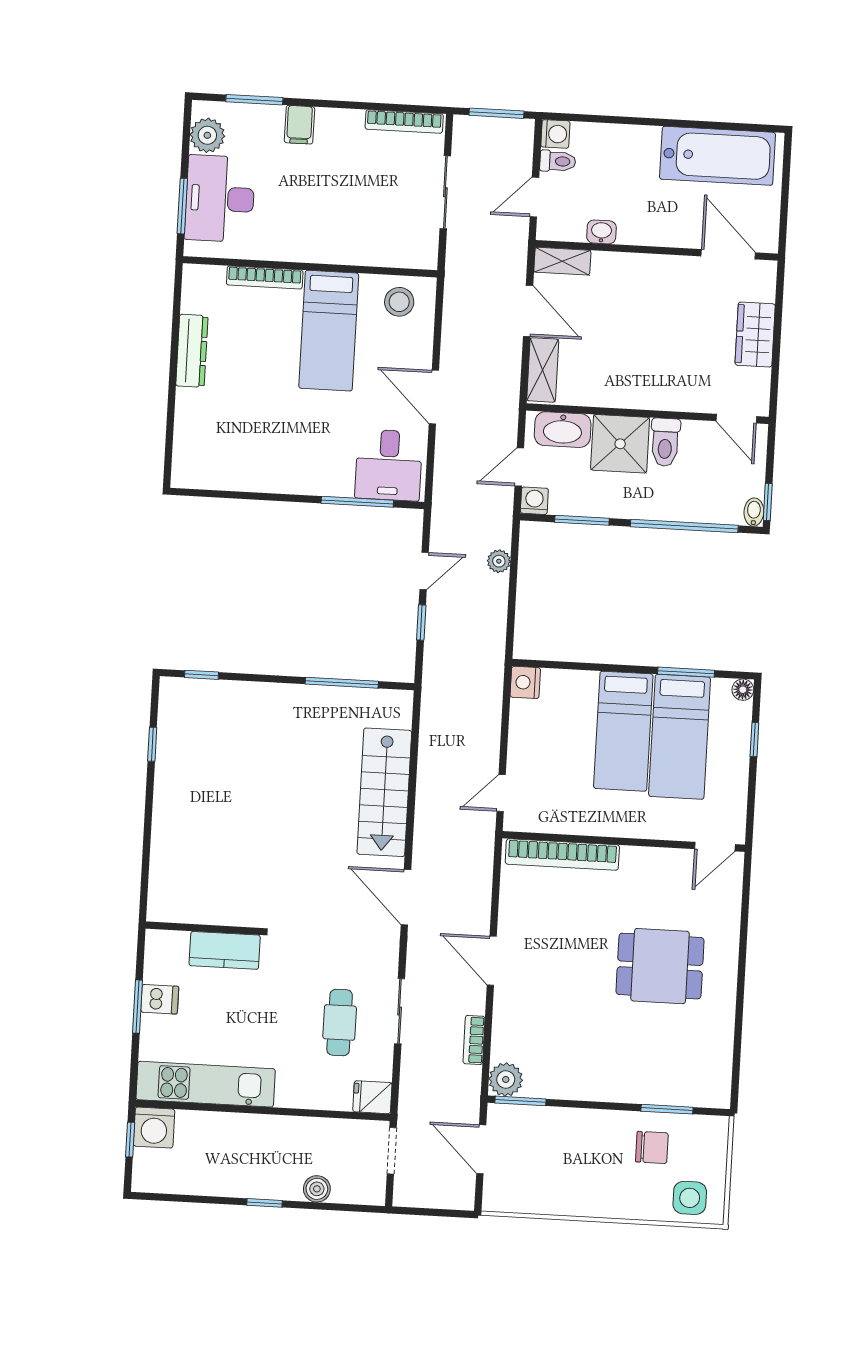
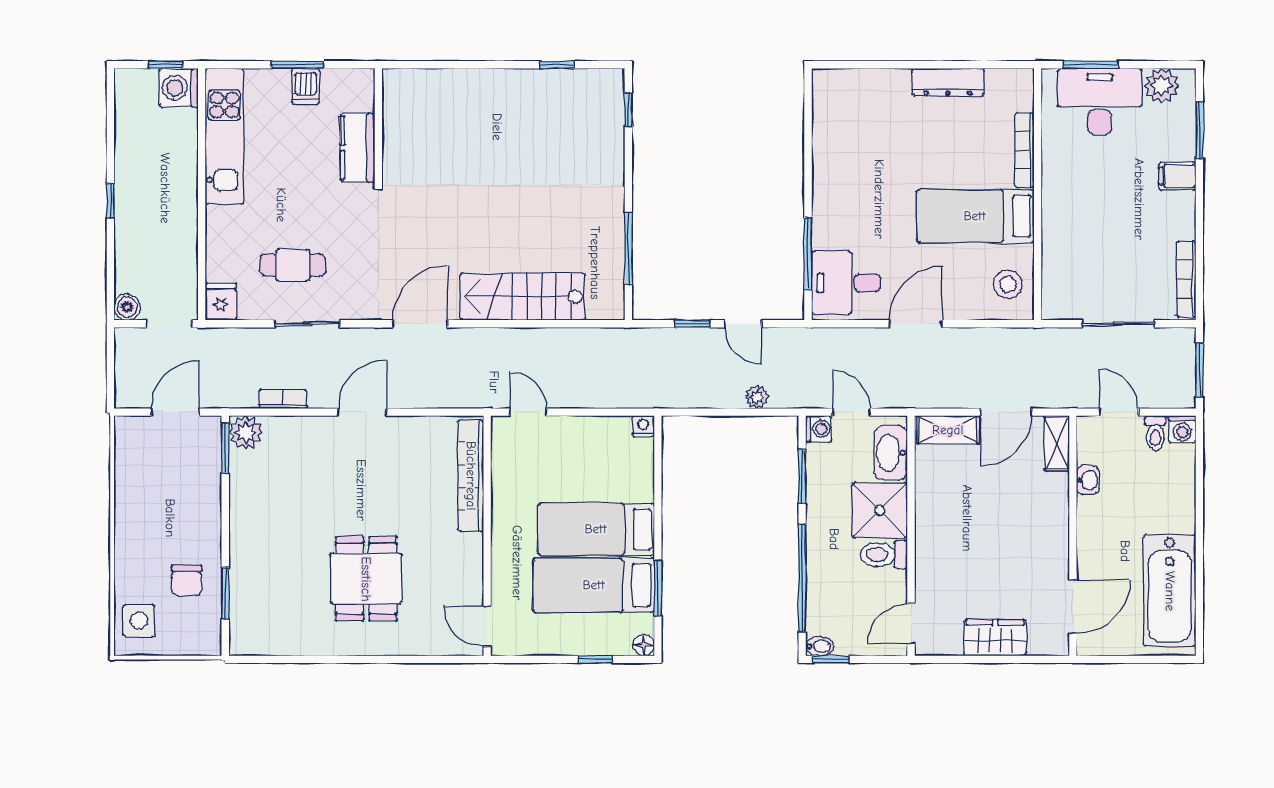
nightstand: (525, 682) -> (643, 426), width x0.72, depth x0.74
boiler: (317, 1189) -> (127, 307), moved

